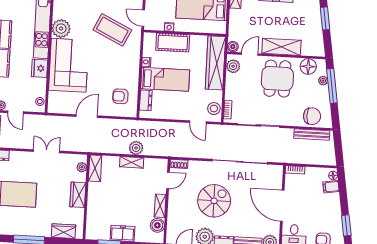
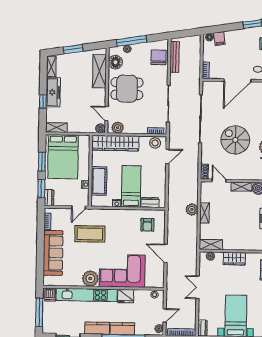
coffee table: (112, 30) -> (90, 234), turned 64
shelving: (281, 47) -> (99, 71), moved

